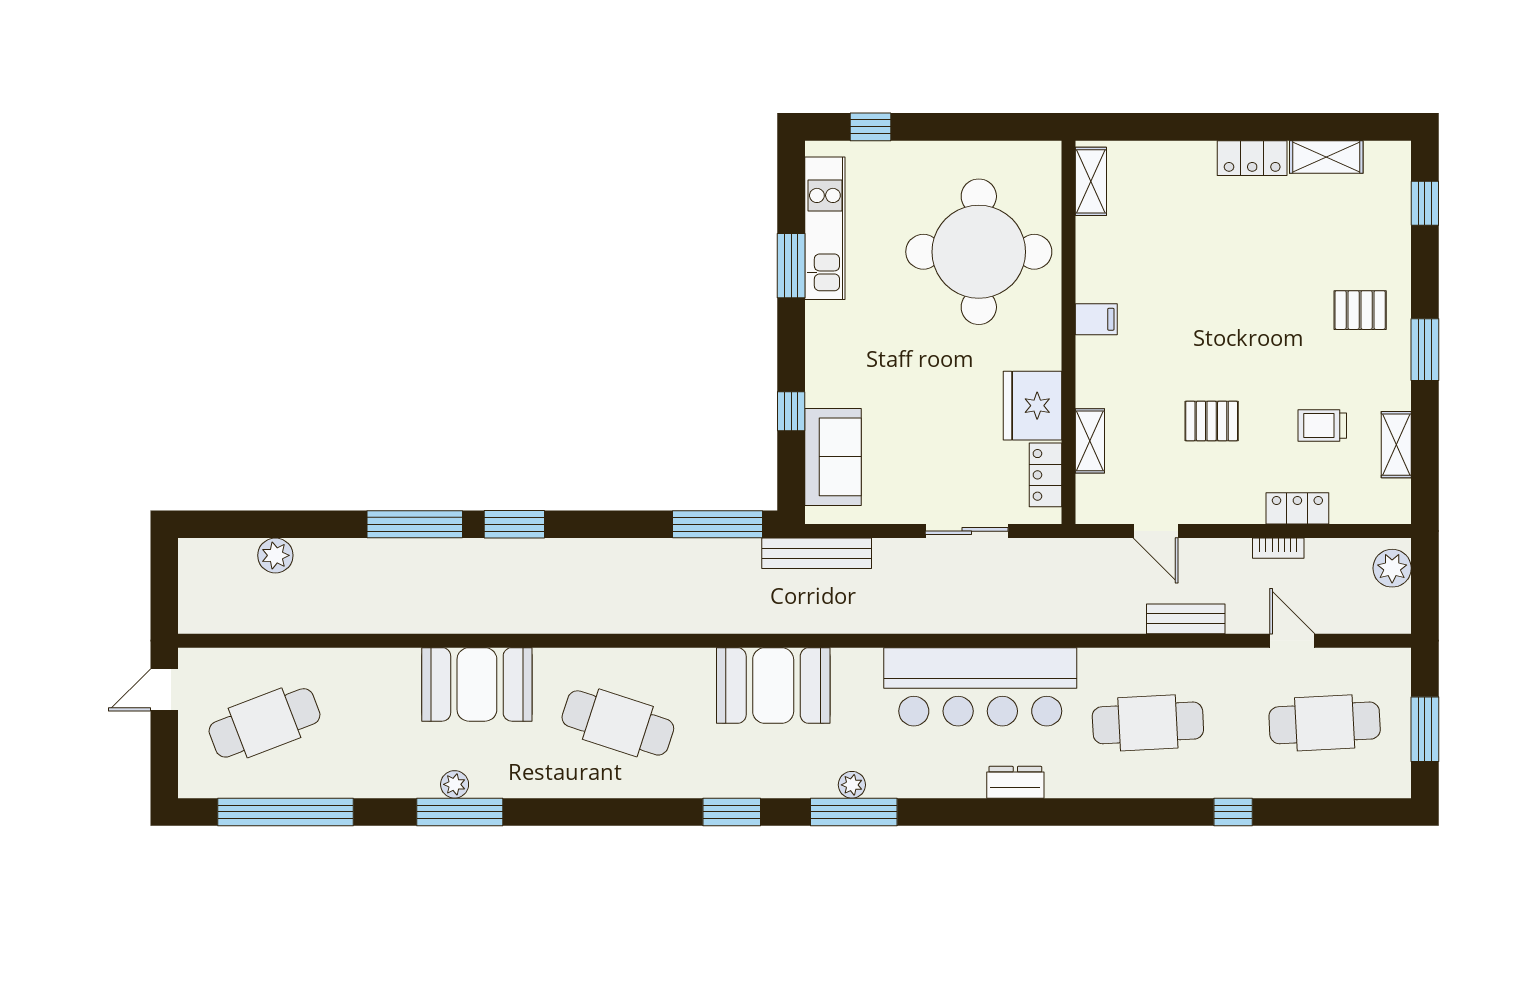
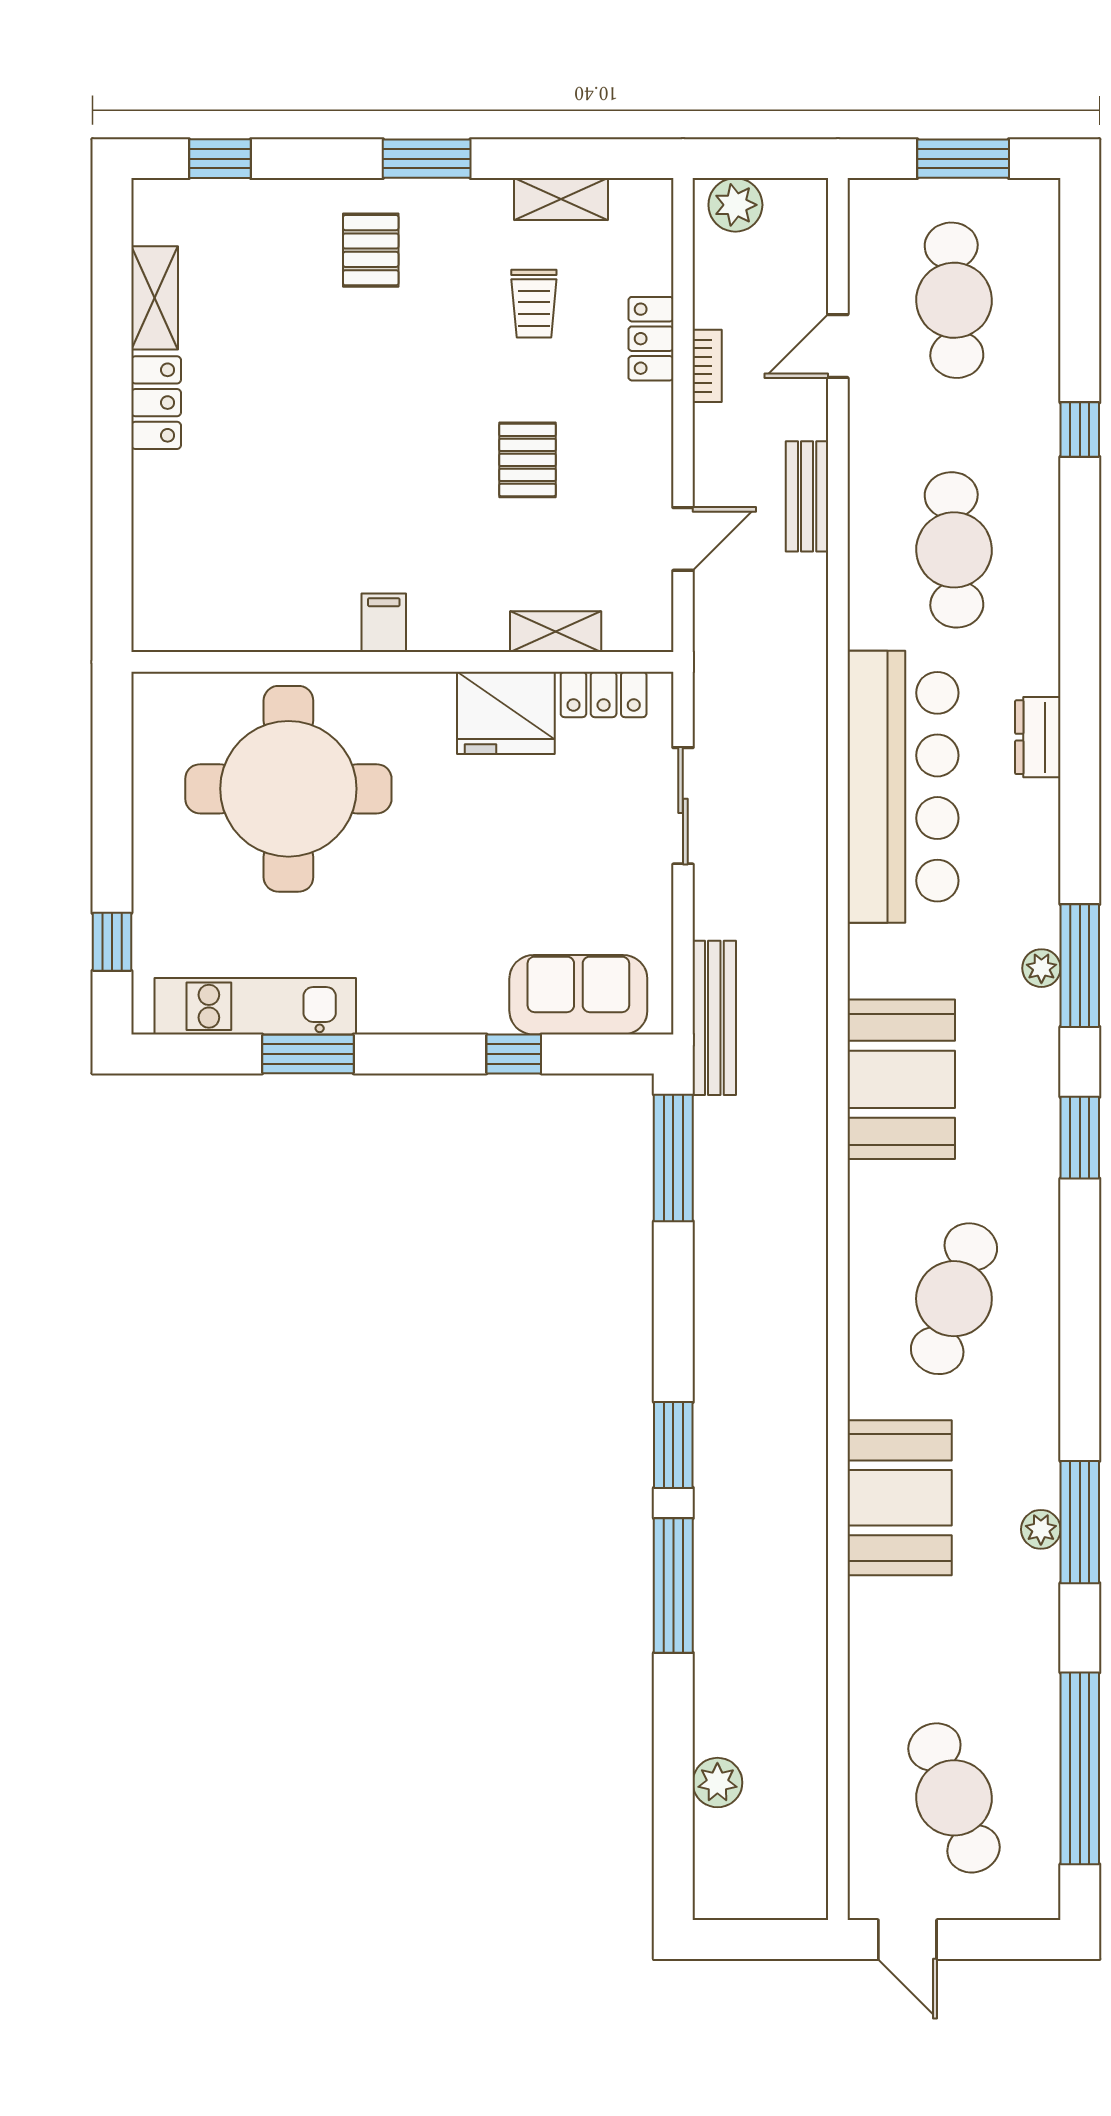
shelving: (1091, 181) -> (189, 630), removed

